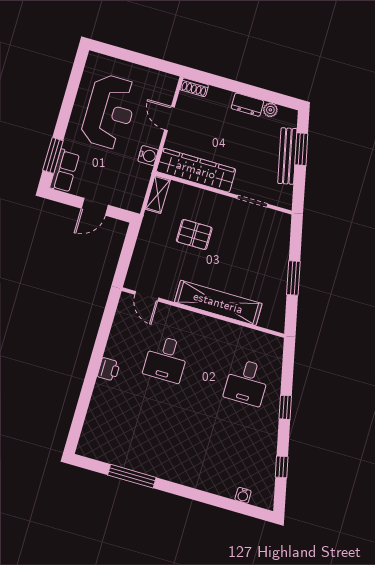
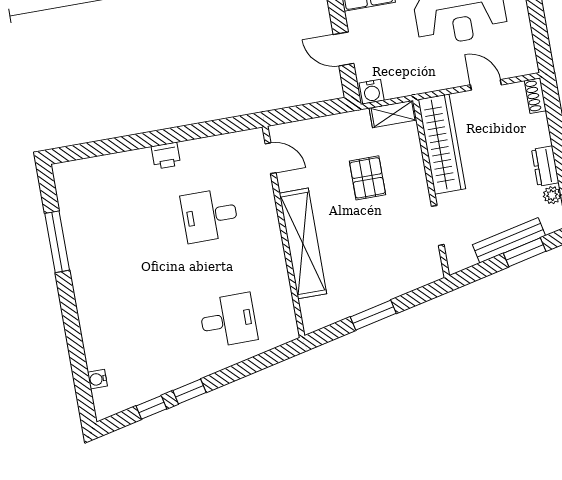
door: (169, 118) -> (486, 85), hinge flipped
water cooler: (148, 156) -> (372, 92), moved
door: (147, 296) -> (271, 158), swing flipped
desk: (247, 382) -> (228, 320), turned 180
window: (285, 407) -> (190, 391), moved

